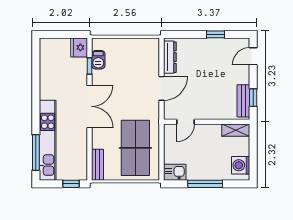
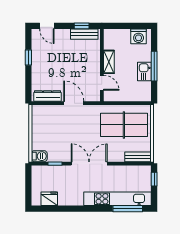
fridge: (79, 47) -> (49, 199), moved, turned 180
barbecue: (98, 60) -> (39, 156), moved
shelving: (236, 130) -> (109, 62), moved
kitchen sink: (175, 172) -> (144, 72), moved

